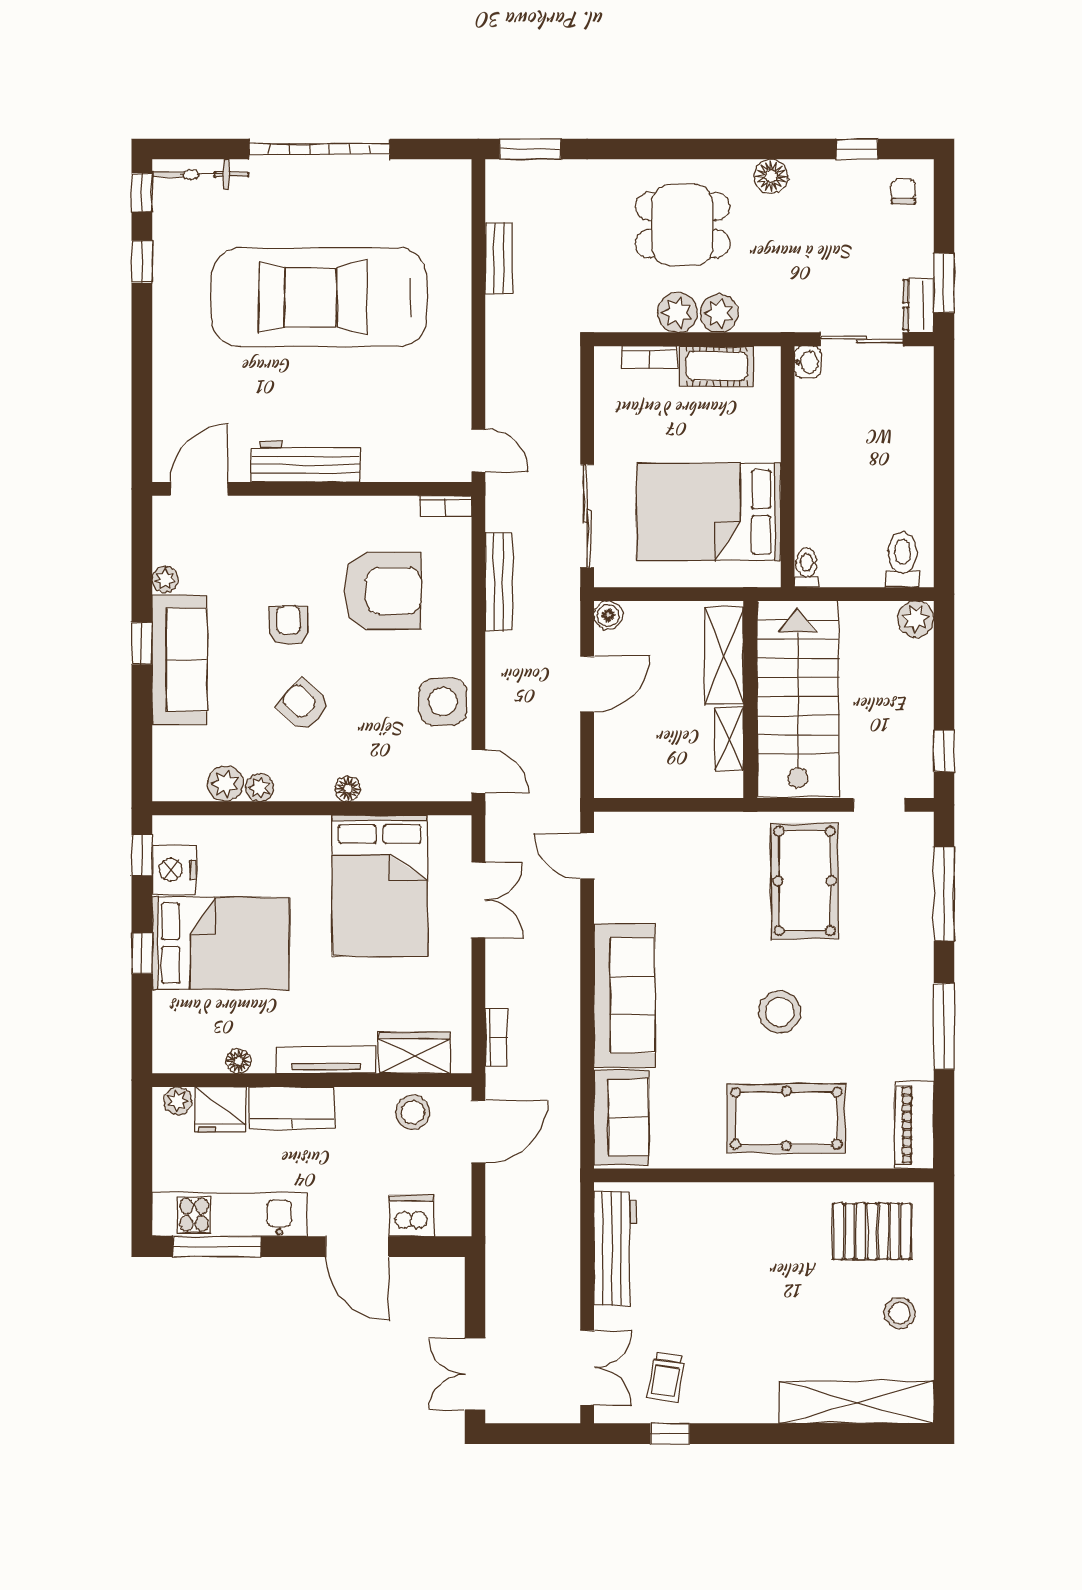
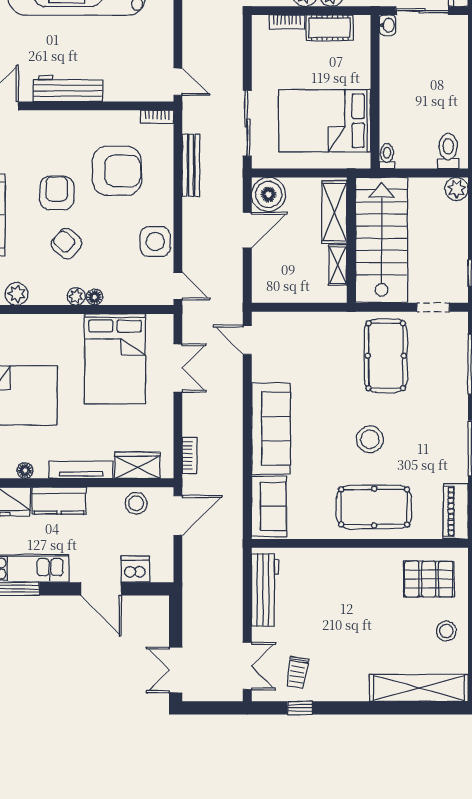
boiler: (608, 615) -> (269, 194), width x1.86, depth x1.86
armchair: (288, 625) -> (57, 193), width x1.38, depth x1.38
plant: (259, 788) -> (76, 296), moved

